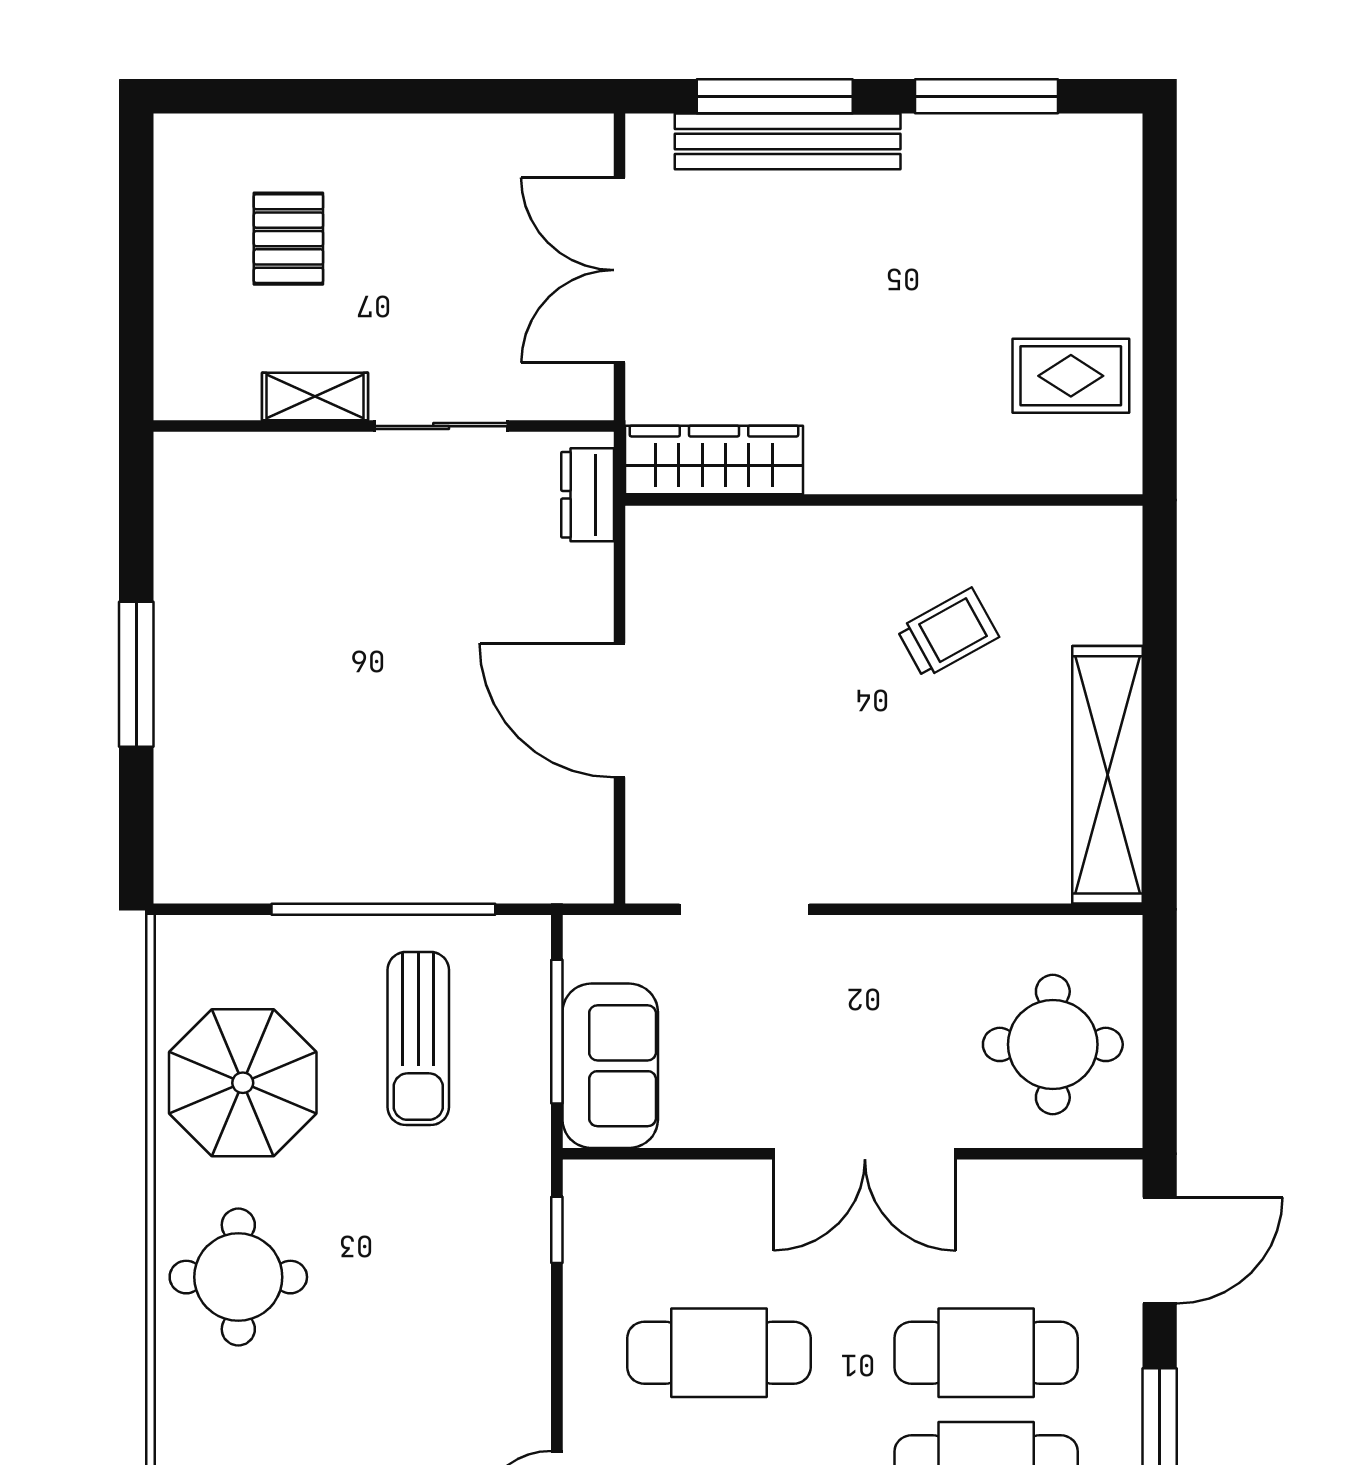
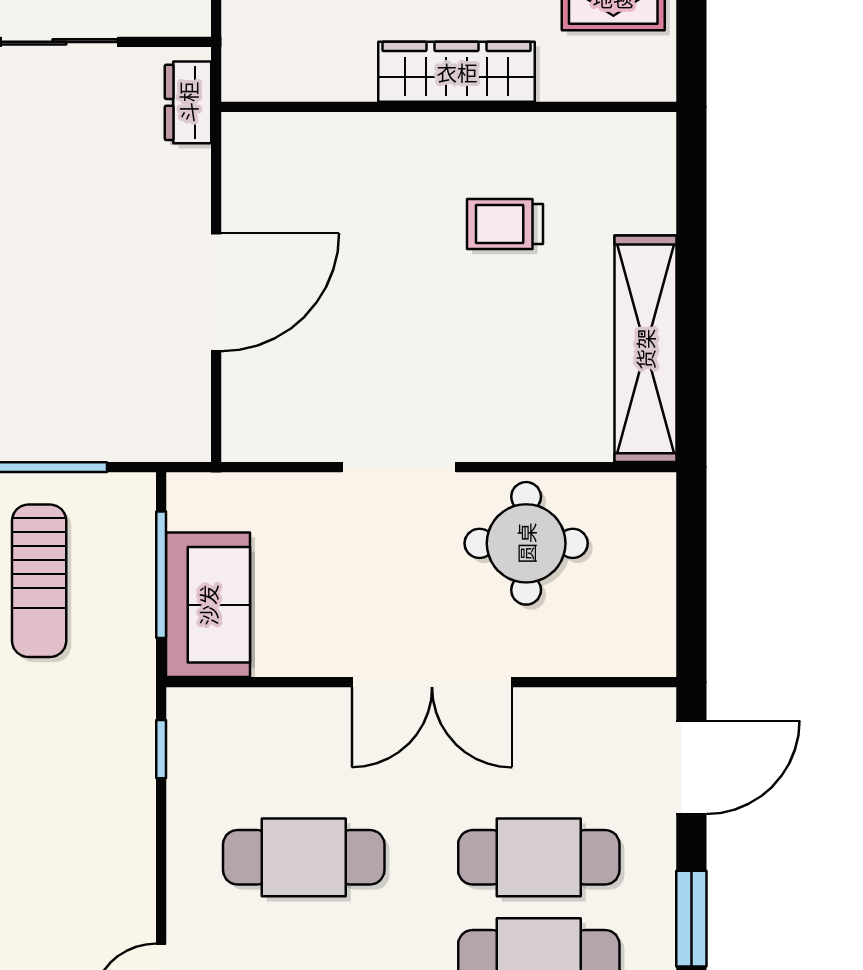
wardrobe: (714, 460) -> (457, 72), moved
trolley: (948, 633) -> (505, 224), turned -151
door: (619, 710) -> (216, 292), swing flipped
doorway: (744, 909) -> (399, 467), moved
round table: (1053, 1044) -> (526, 543), moved

